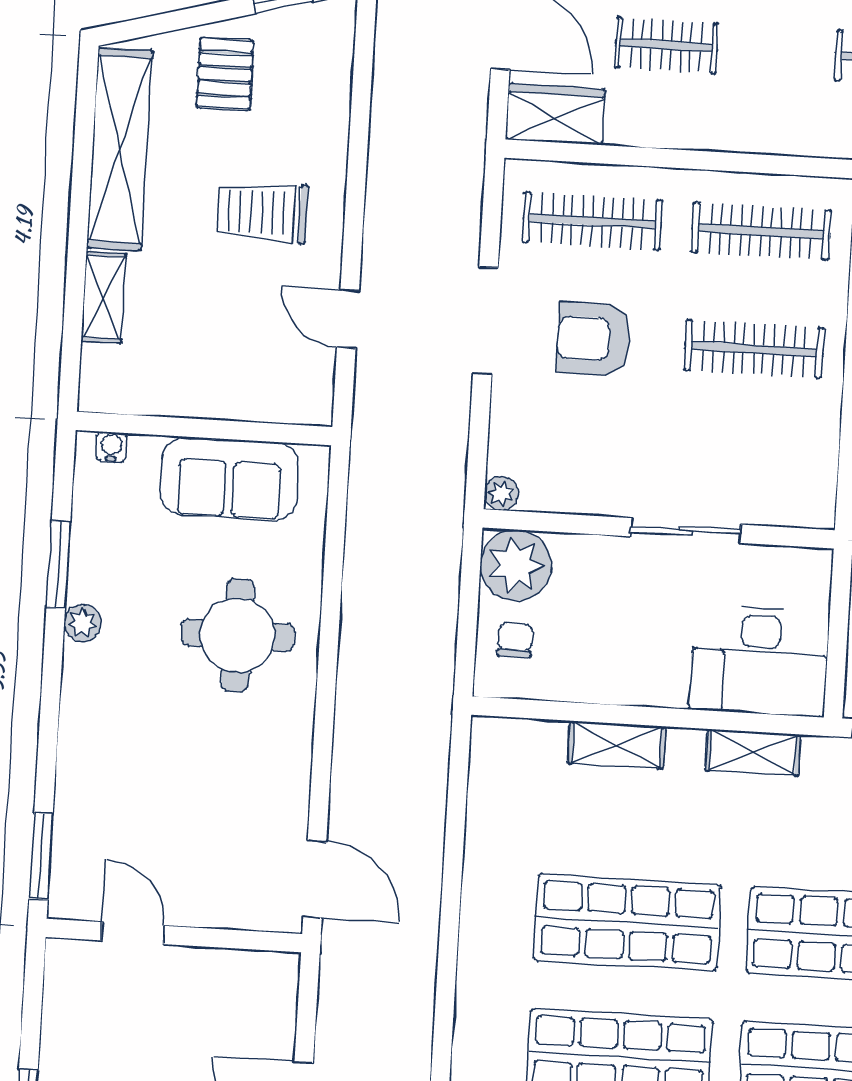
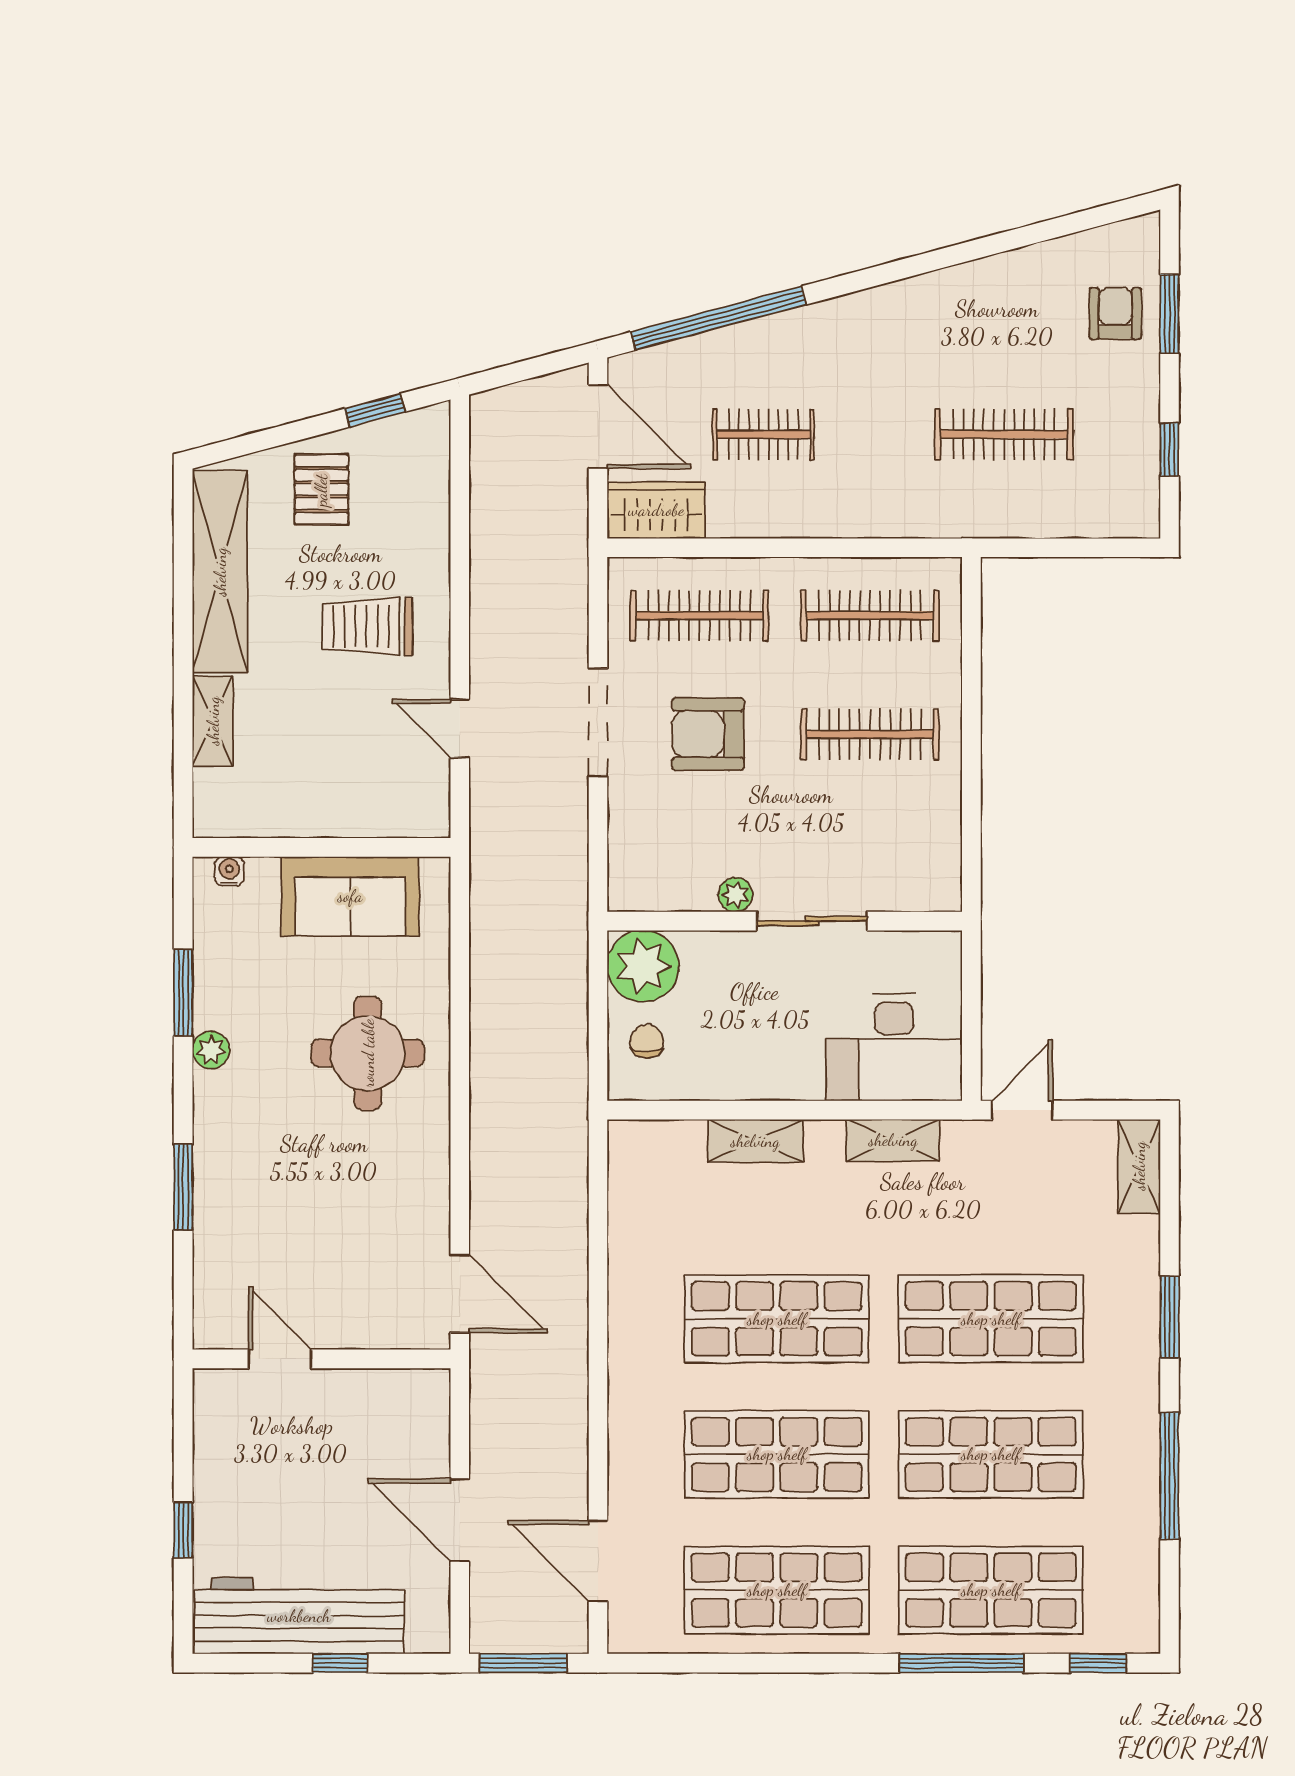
plant: (501, 493) -> (736, 895), moved
window: (41, 856) -> (183, 1187), moved

